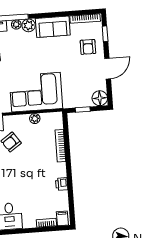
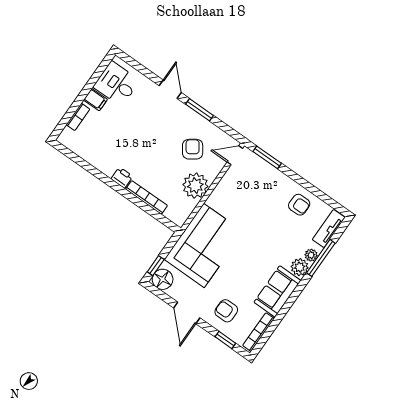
corner sofa: (36, 92) -> (204, 245), moved
window: (83, 109) -> (156, 266), moved
plant: (35, 119) -> (195, 186), width x1.87, depth x1.87
printer: (62, 184) -> (122, 178), moved
filing cabinet: (62, 218) -> (95, 100), moved

